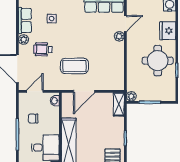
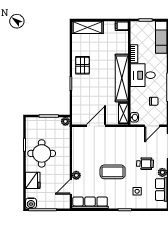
coffee table: (74, 66) -> (113, 172), moved
door: (84, 91) -> (96, 126), moved
shelving: (119, 104) -> (123, 113), moved

